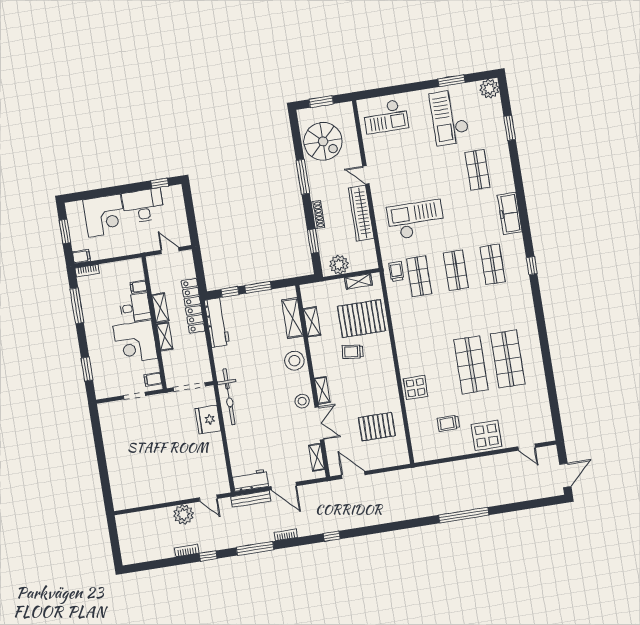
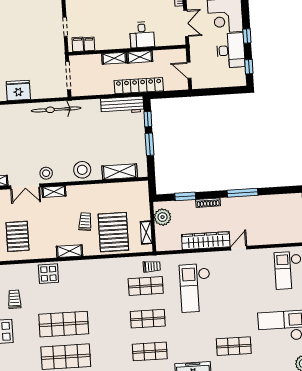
spiral stairs: (323, 141) -> (272, 213), removed
window: (125, 189) -> (247, 36), added
checkout: (416, 220) -> (195, 288), turned 180
door: (170, 251) -> (189, 70), swing flipped
double door: (117, 259) -> (186, 23), added
filing cabinet: (138, 287) -> (89, 44), moved
shelving: (312, 322) -> (70, 251), moved
corner desk: (135, 342) -> (112, 32), removed
fridge: (208, 420) -> (18, 90), moved

